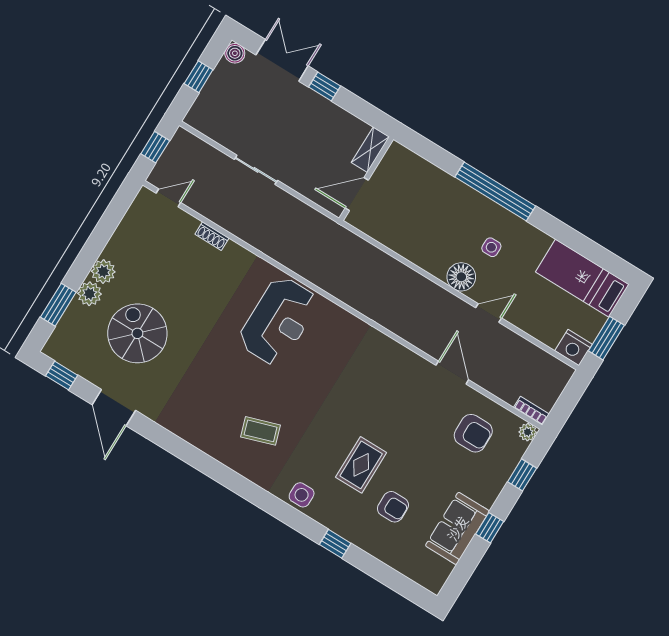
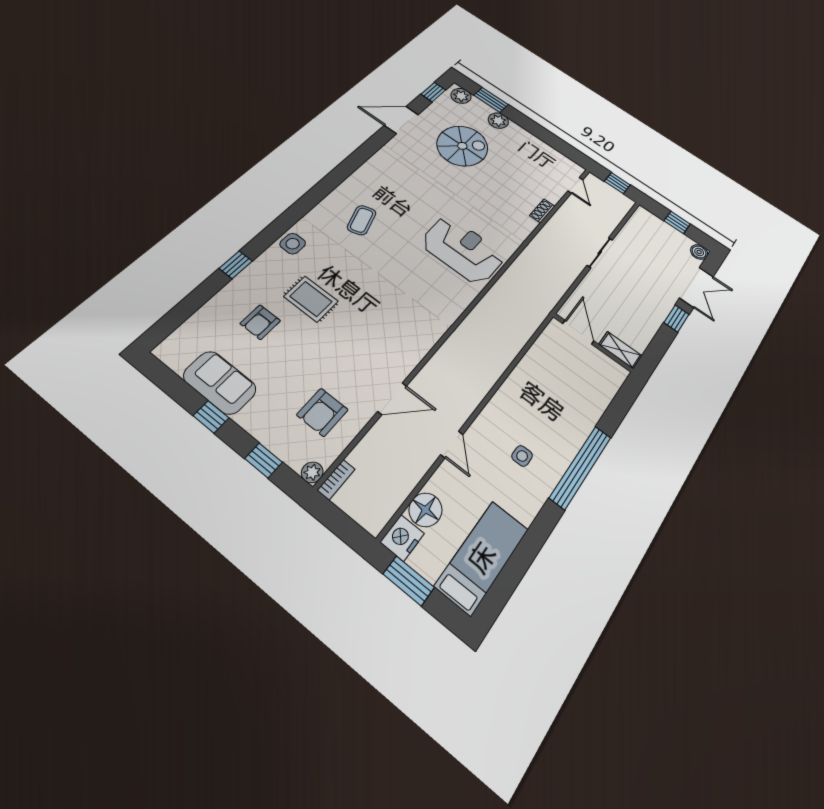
plant: (103, 272) -> (461, 96), moved
floor lamp: (461, 277) -> (426, 510), moved
reception desk: (278, 321) -> (463, 250), turned 180

